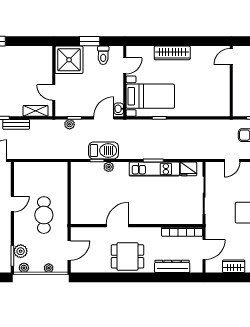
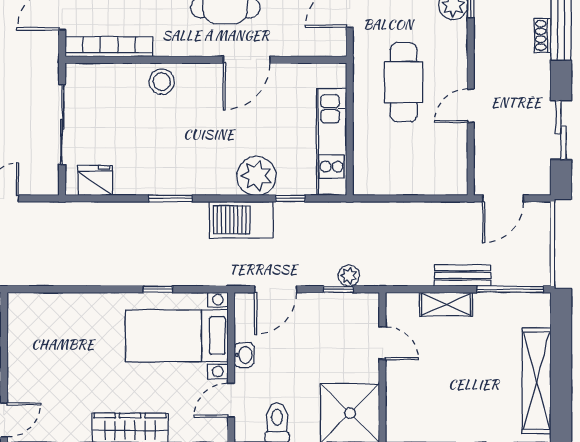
washbasin: (119, 109) -> (244, 355), moved
shelving: (36, 111) -> (446, 304), moved
barbecue: (103, 151) -> (241, 220), moved
plant: (109, 167) -> (256, 176), width x1.87, depth x1.87
kitchen unit: (154, 169) -> (332, 142), moved, turned -90
stool: (157, 215) -> (162, 82), added

